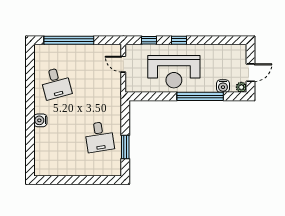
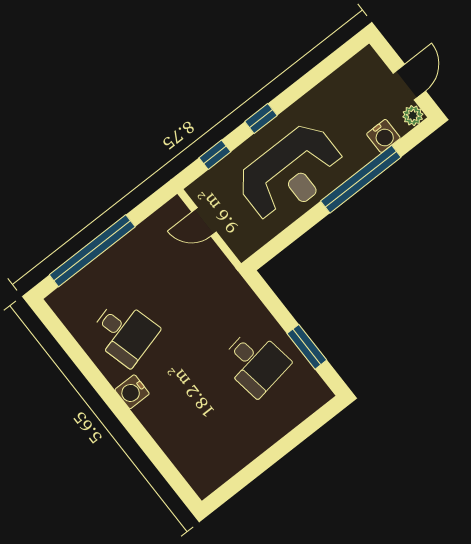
water cooler: (40, 120) -> (132, 392), moved

